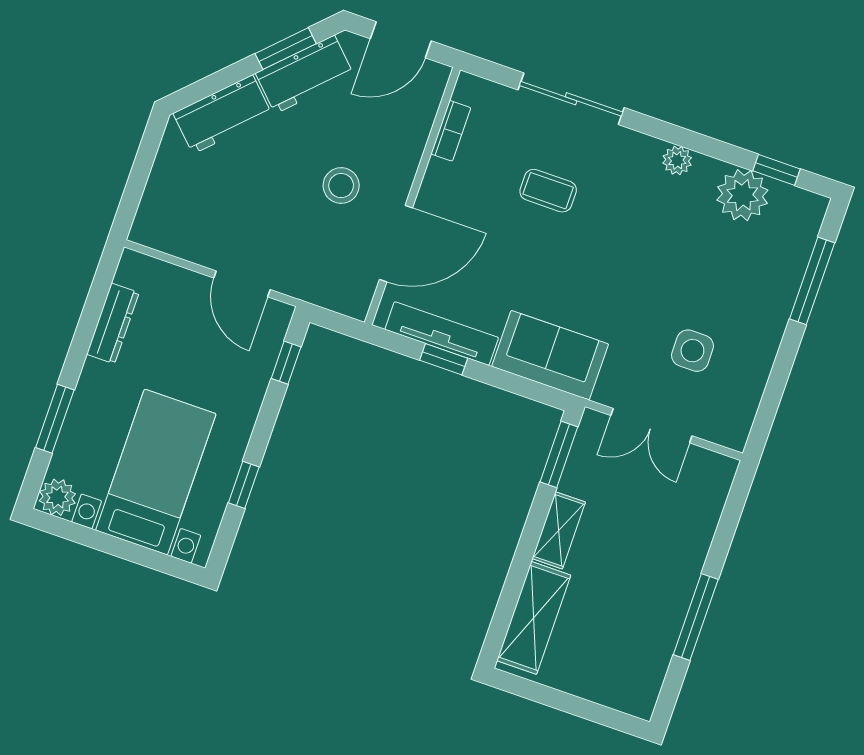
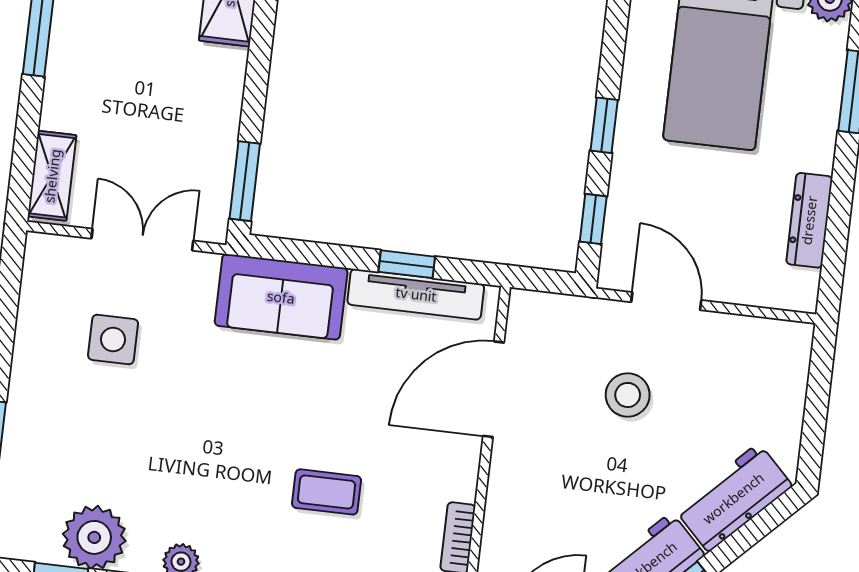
stool: (341, 186) -> (628, 395), moved
window: (244, 485) -> (604, 125), moved
shelving: (559, 530) -> (52, 176), moved

